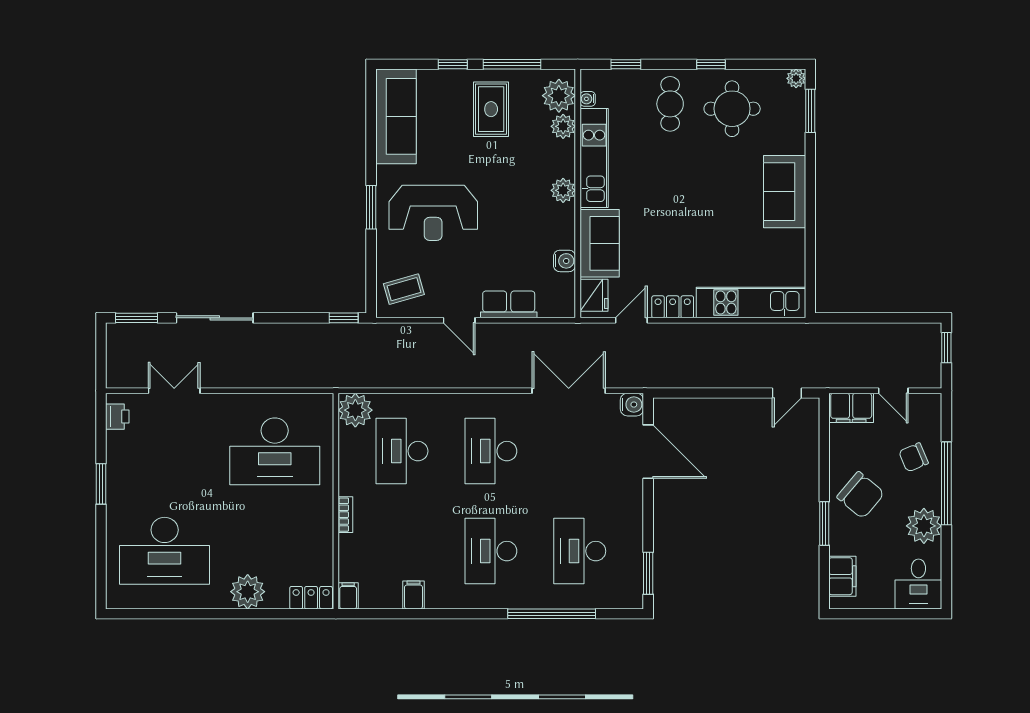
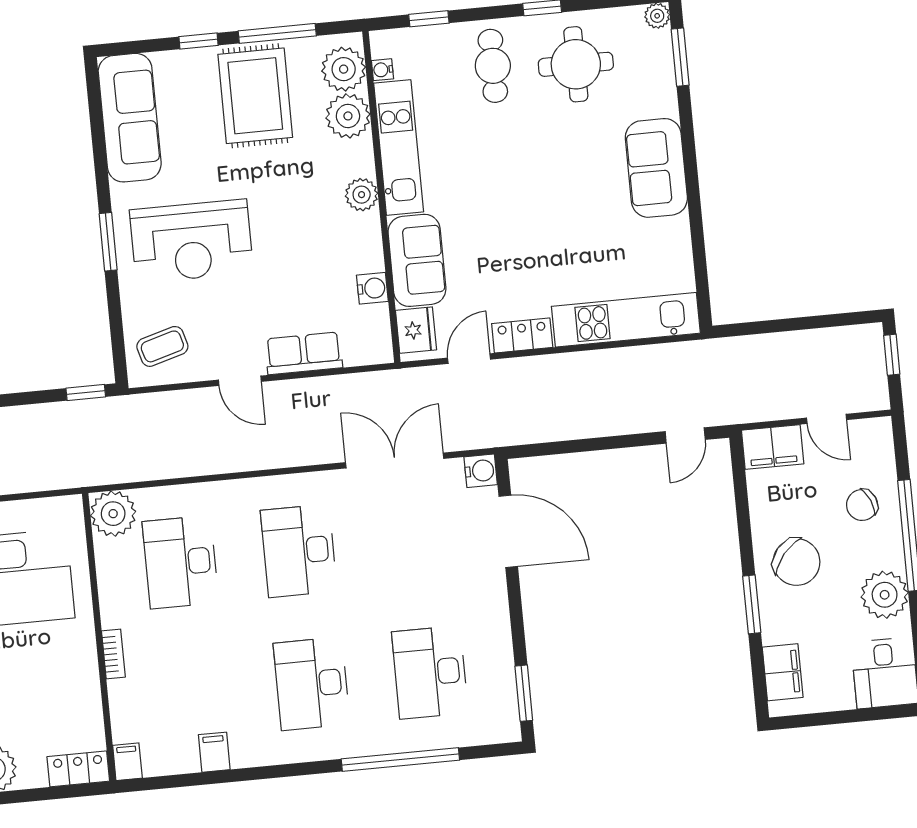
rug: (491, 109) -> (255, 96), width x1.36, depth x1.43
plant: (563, 126) -> (348, 116), width x1.36, depth x1.36

